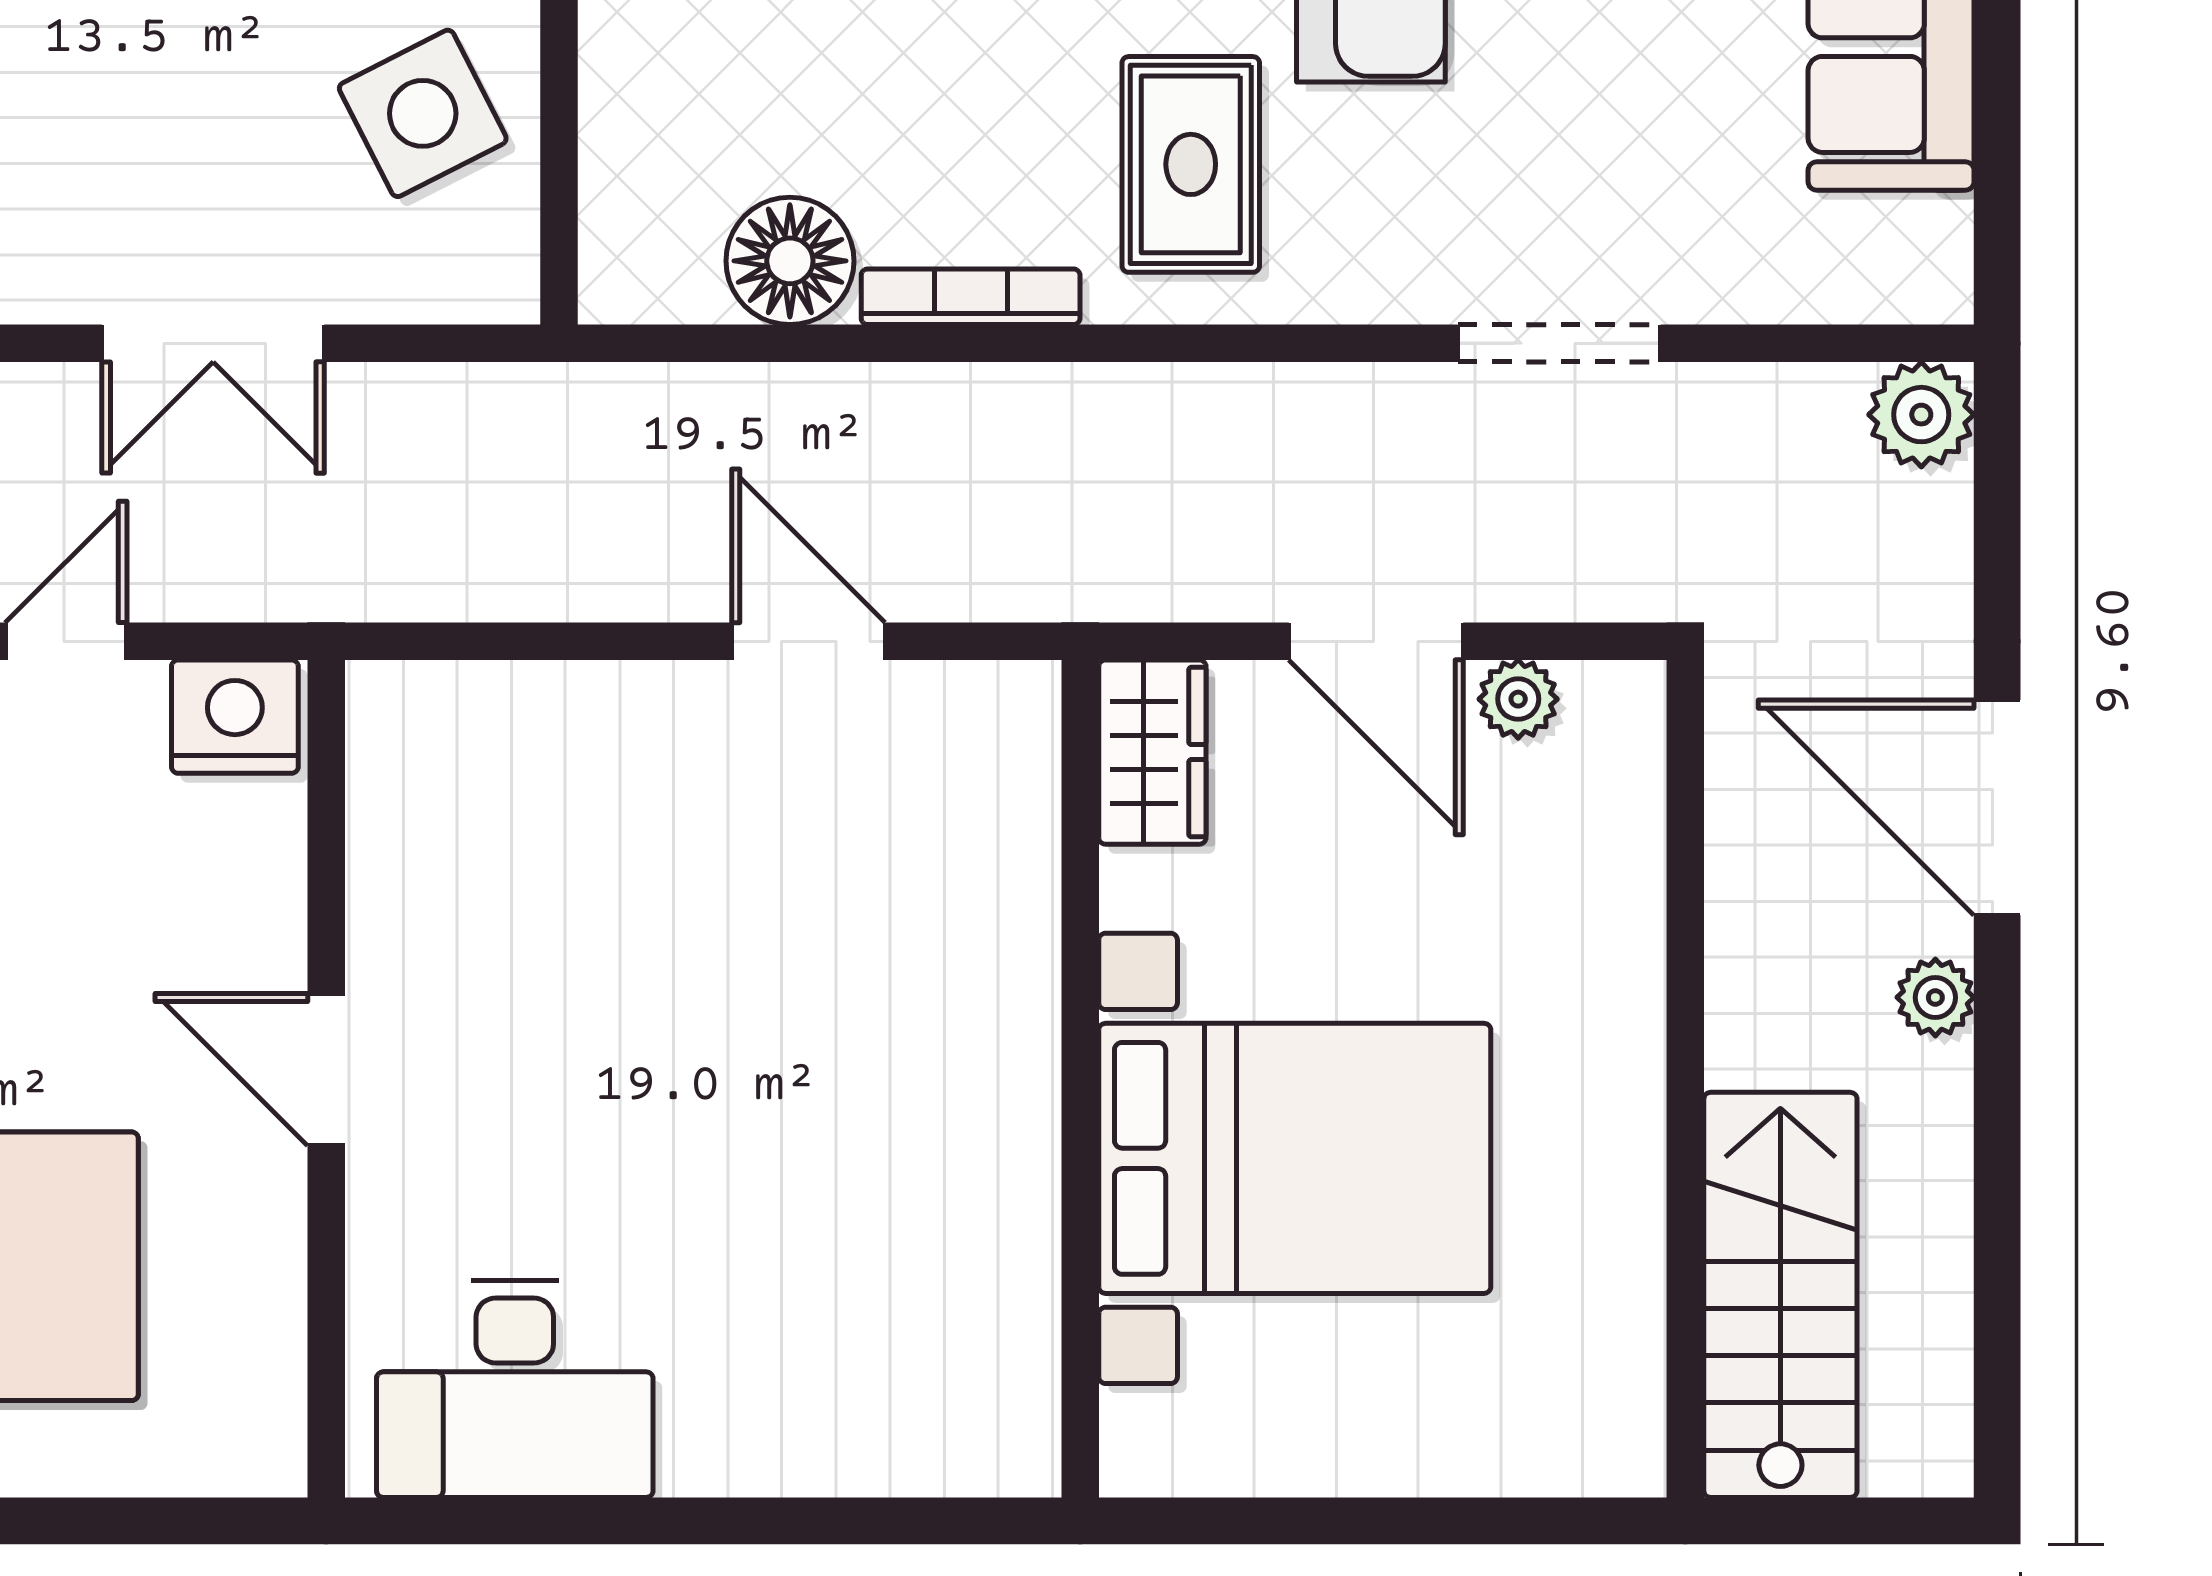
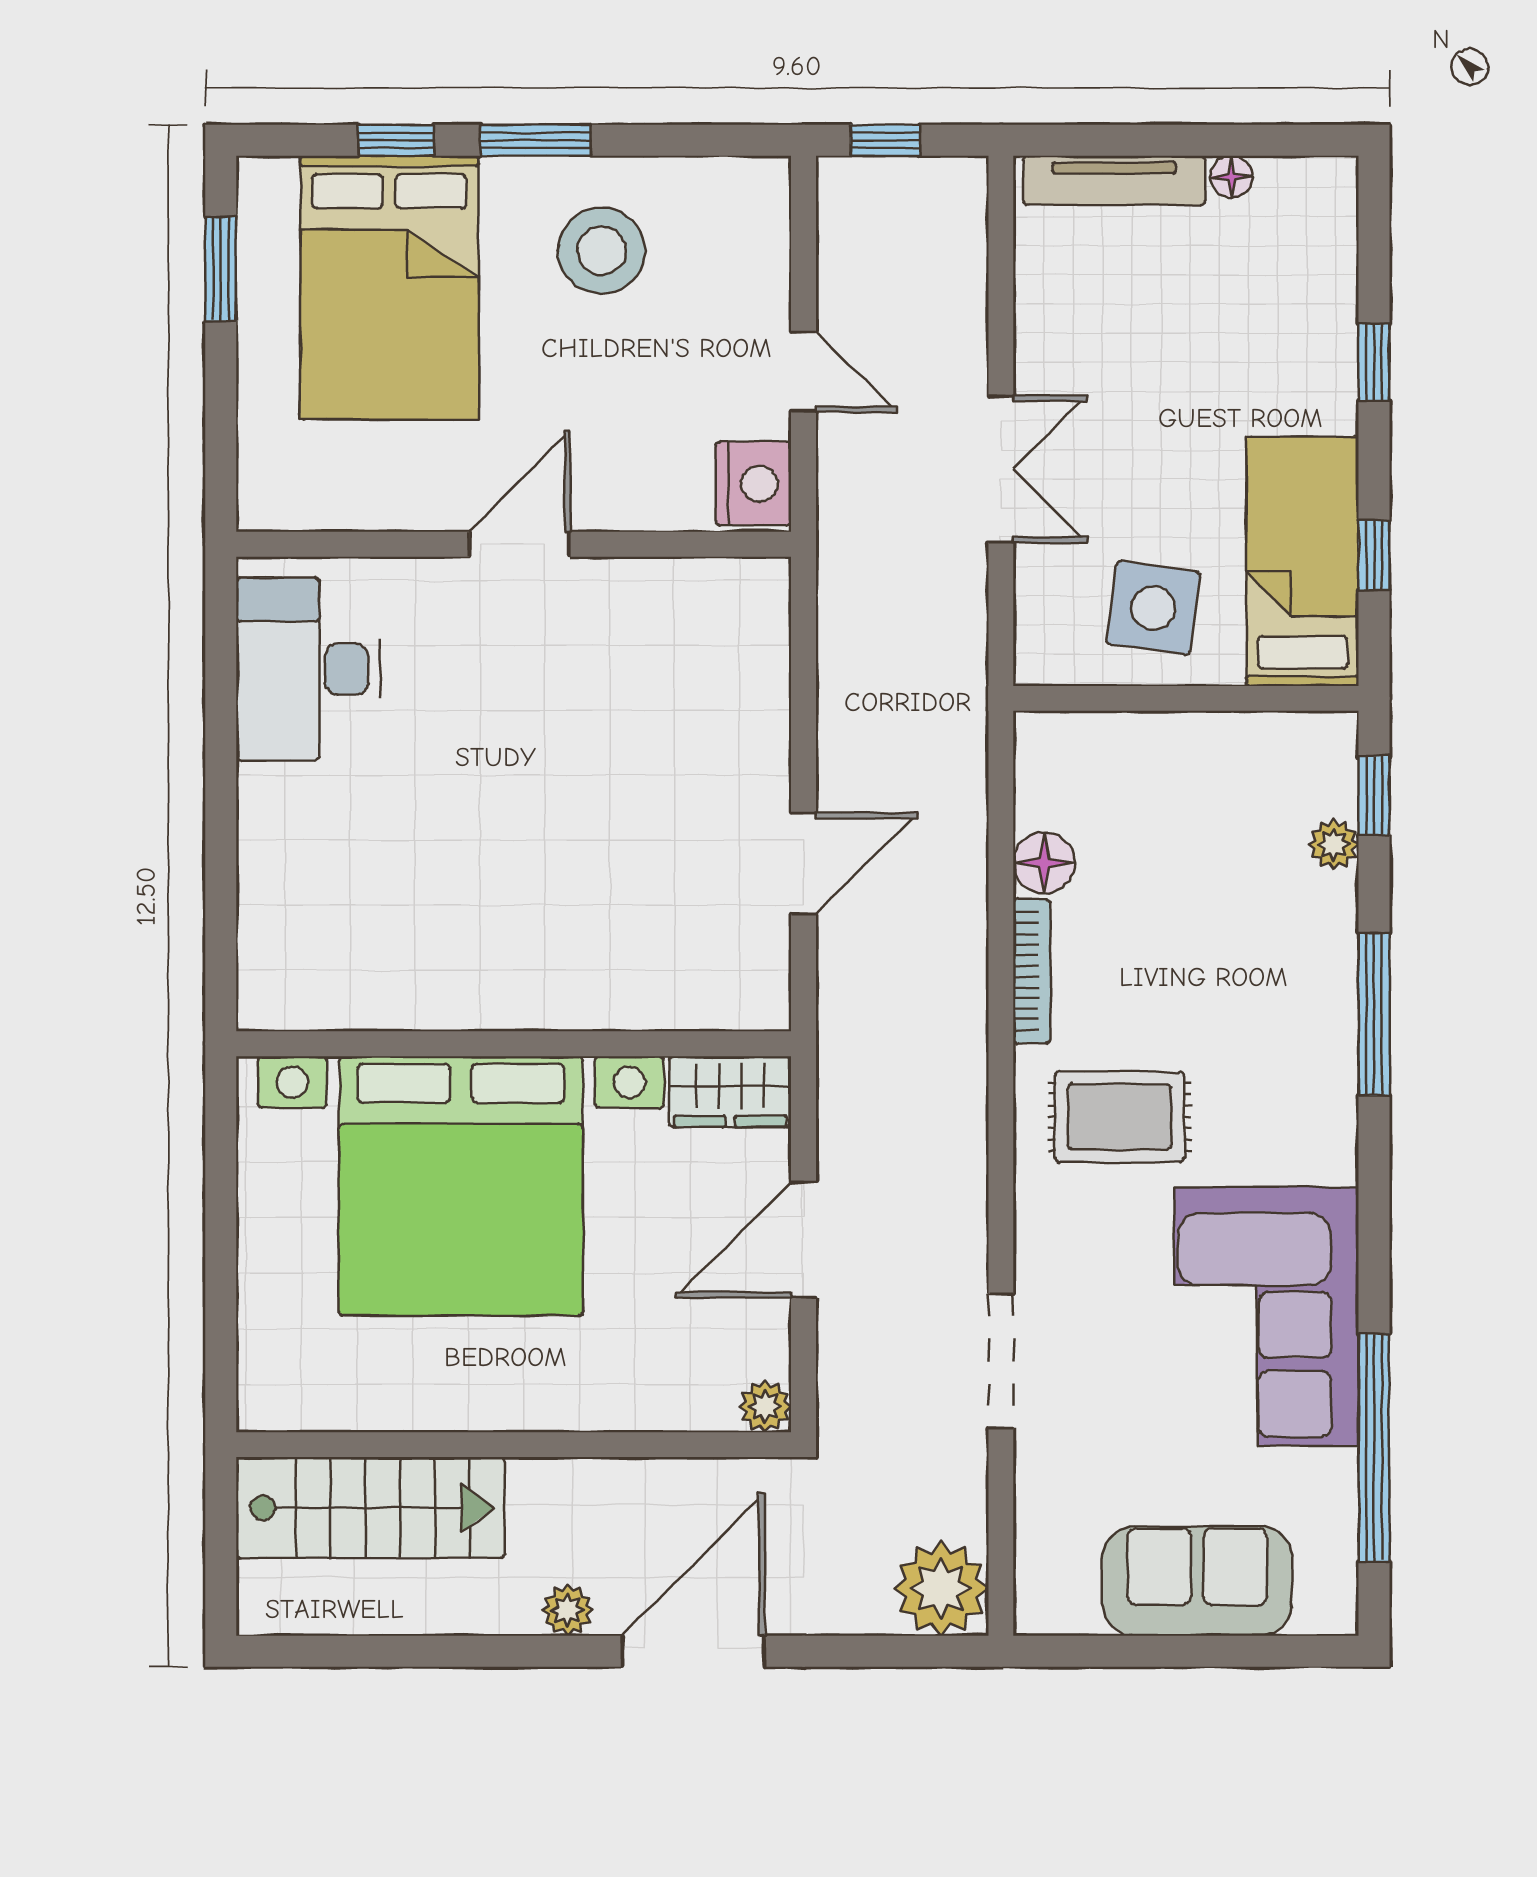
side table: (423, 113) -> (1153, 608), turned 35
floor lamp: (790, 261) -> (1044, 863), width x0.73, depth x0.73
double door: (213, 343) -> (1001, 469), swing flipped
plant: (1921, 415) -> (941, 1588), width x1.36, depth x1.36
plant: (1518, 699) -> (765, 1406), moved
bed with nightstands: (1295, 1158) -> (461, 1186), width x1.36

